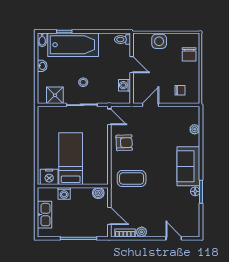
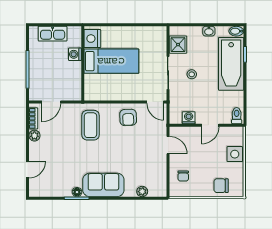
door: (109, 117) -> (155, 102), hinge flipped
boiler: (98, 193) -> (75, 90), removed

